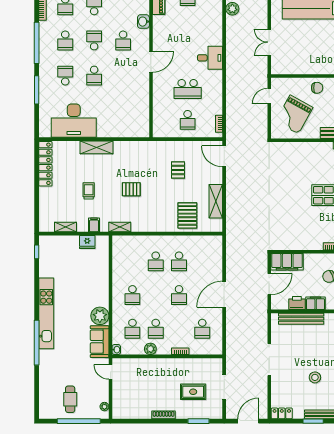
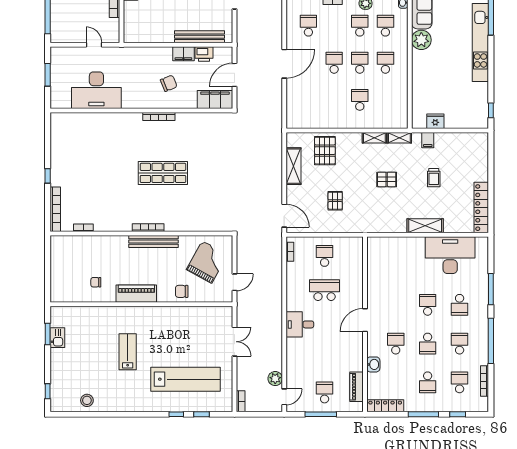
shelving: (66, 227) -> (374, 138), moved
school desk: (179, 261) -> (360, 63), moved

